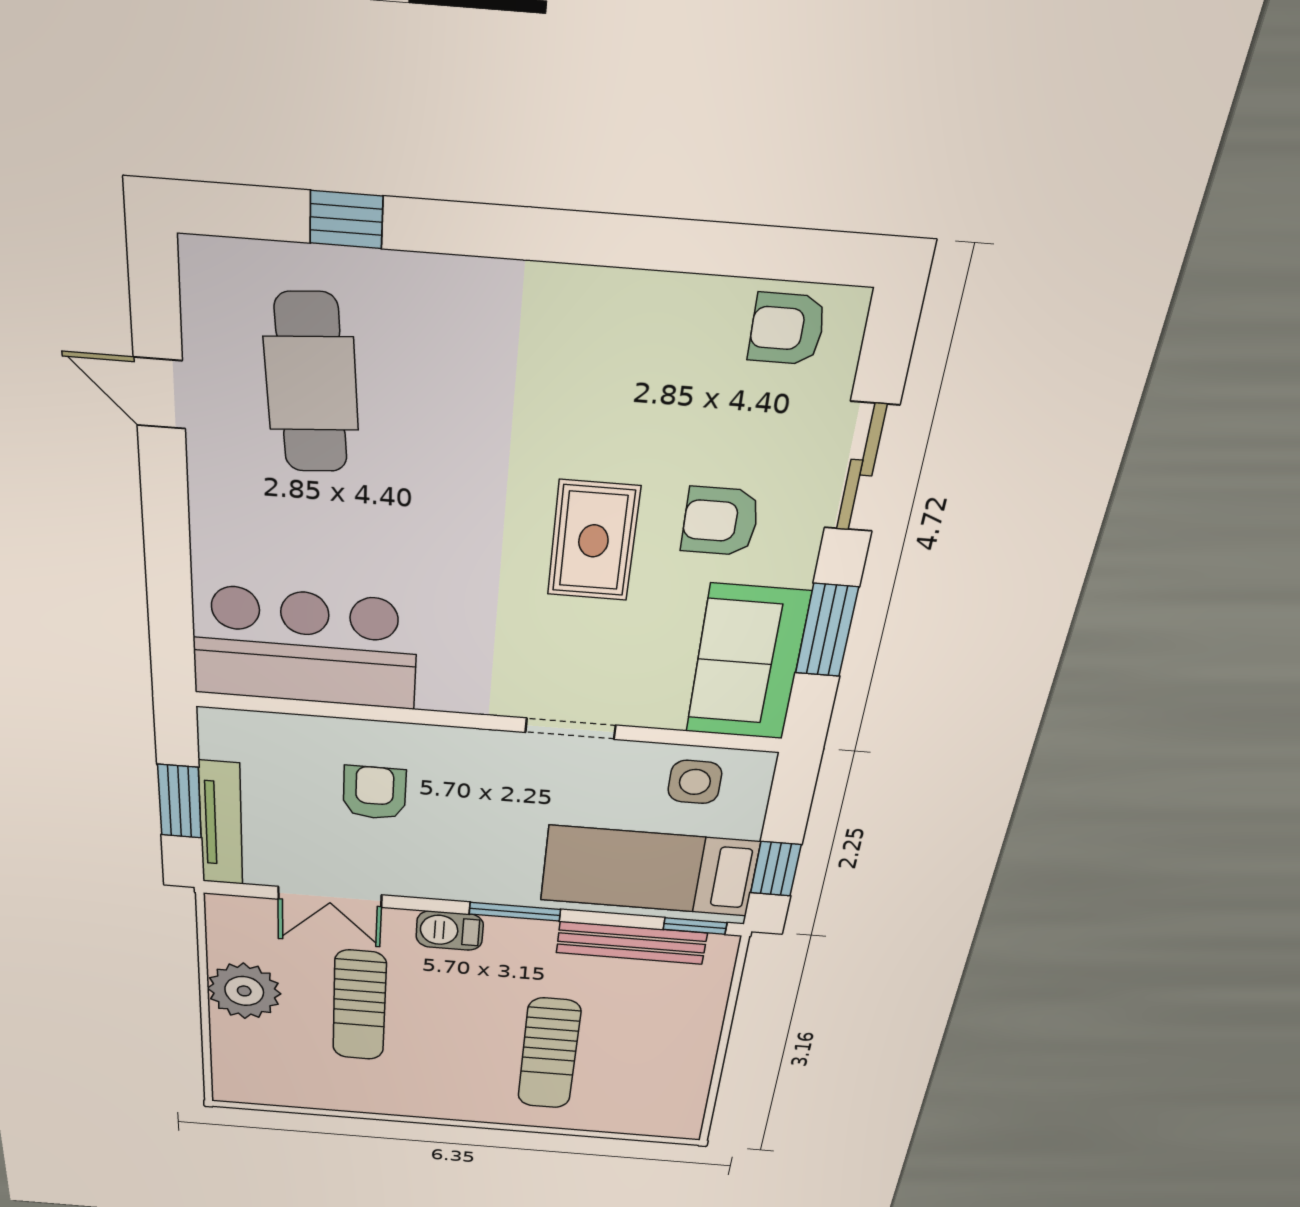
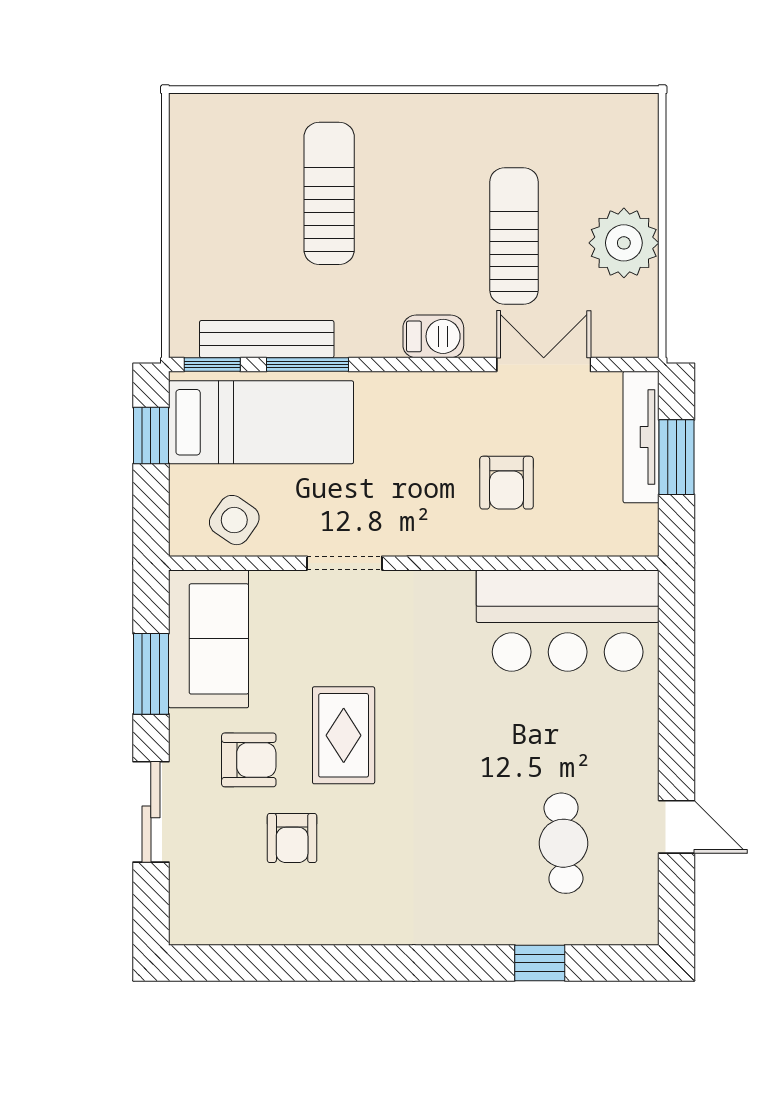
armchair: (787, 329) -> (292, 838), moved, turned 90
cafe table: (311, 384) -> (563, 843), width x0.73, depth x0.74
side table: (695, 782) -> (234, 520), turned 35
window: (515, 912) -> (307, 365), moved

